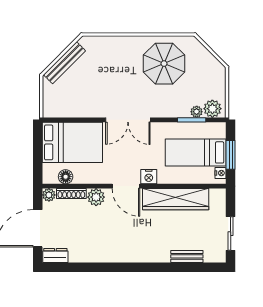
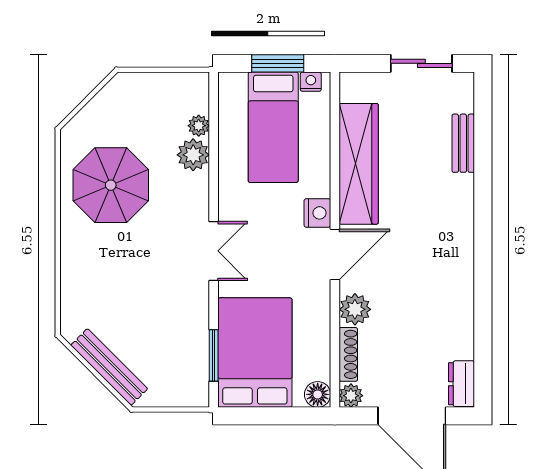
plant: (212, 109) -> (193, 155), moved
double door: (128, 120) -> (214, 251), width x0.73
window: (192, 120) -> (214, 355), moved
floor lamp: (66, 177) -> (318, 394), moved

